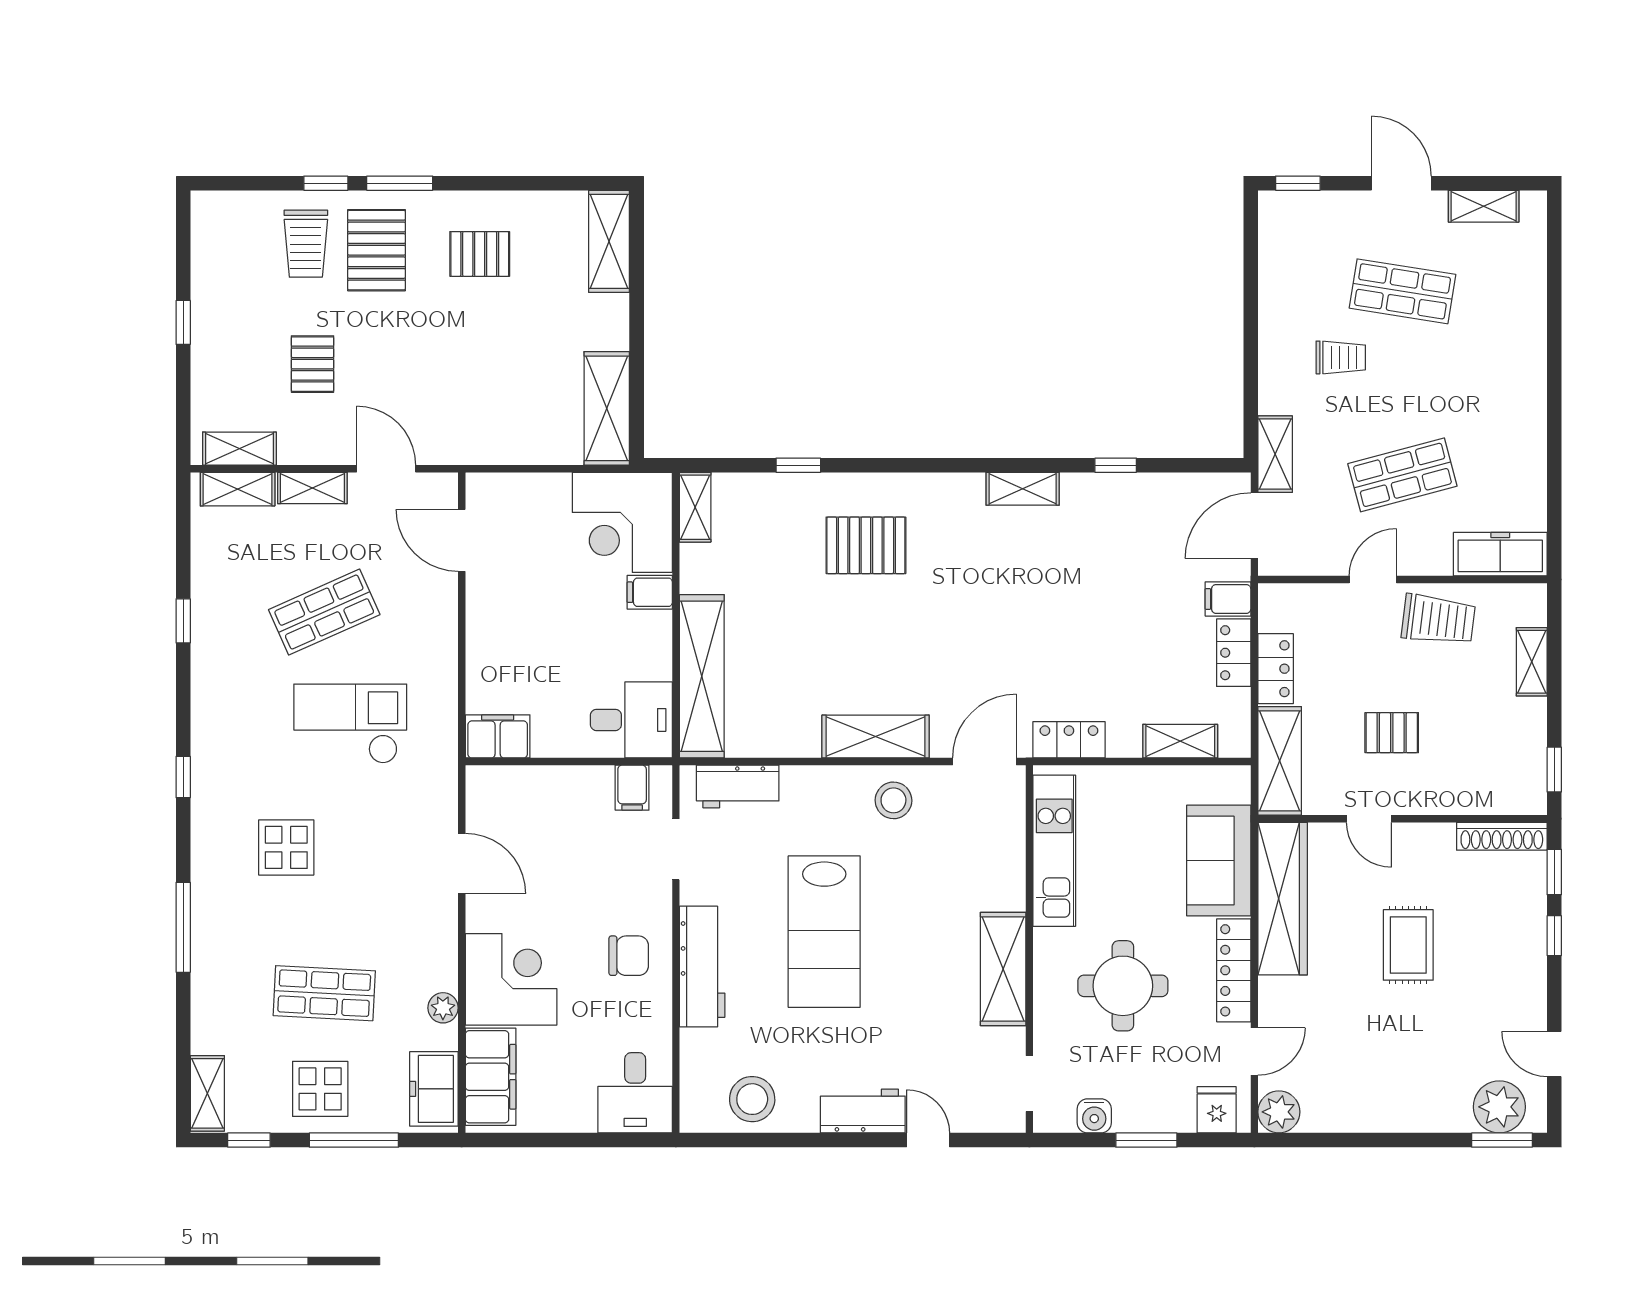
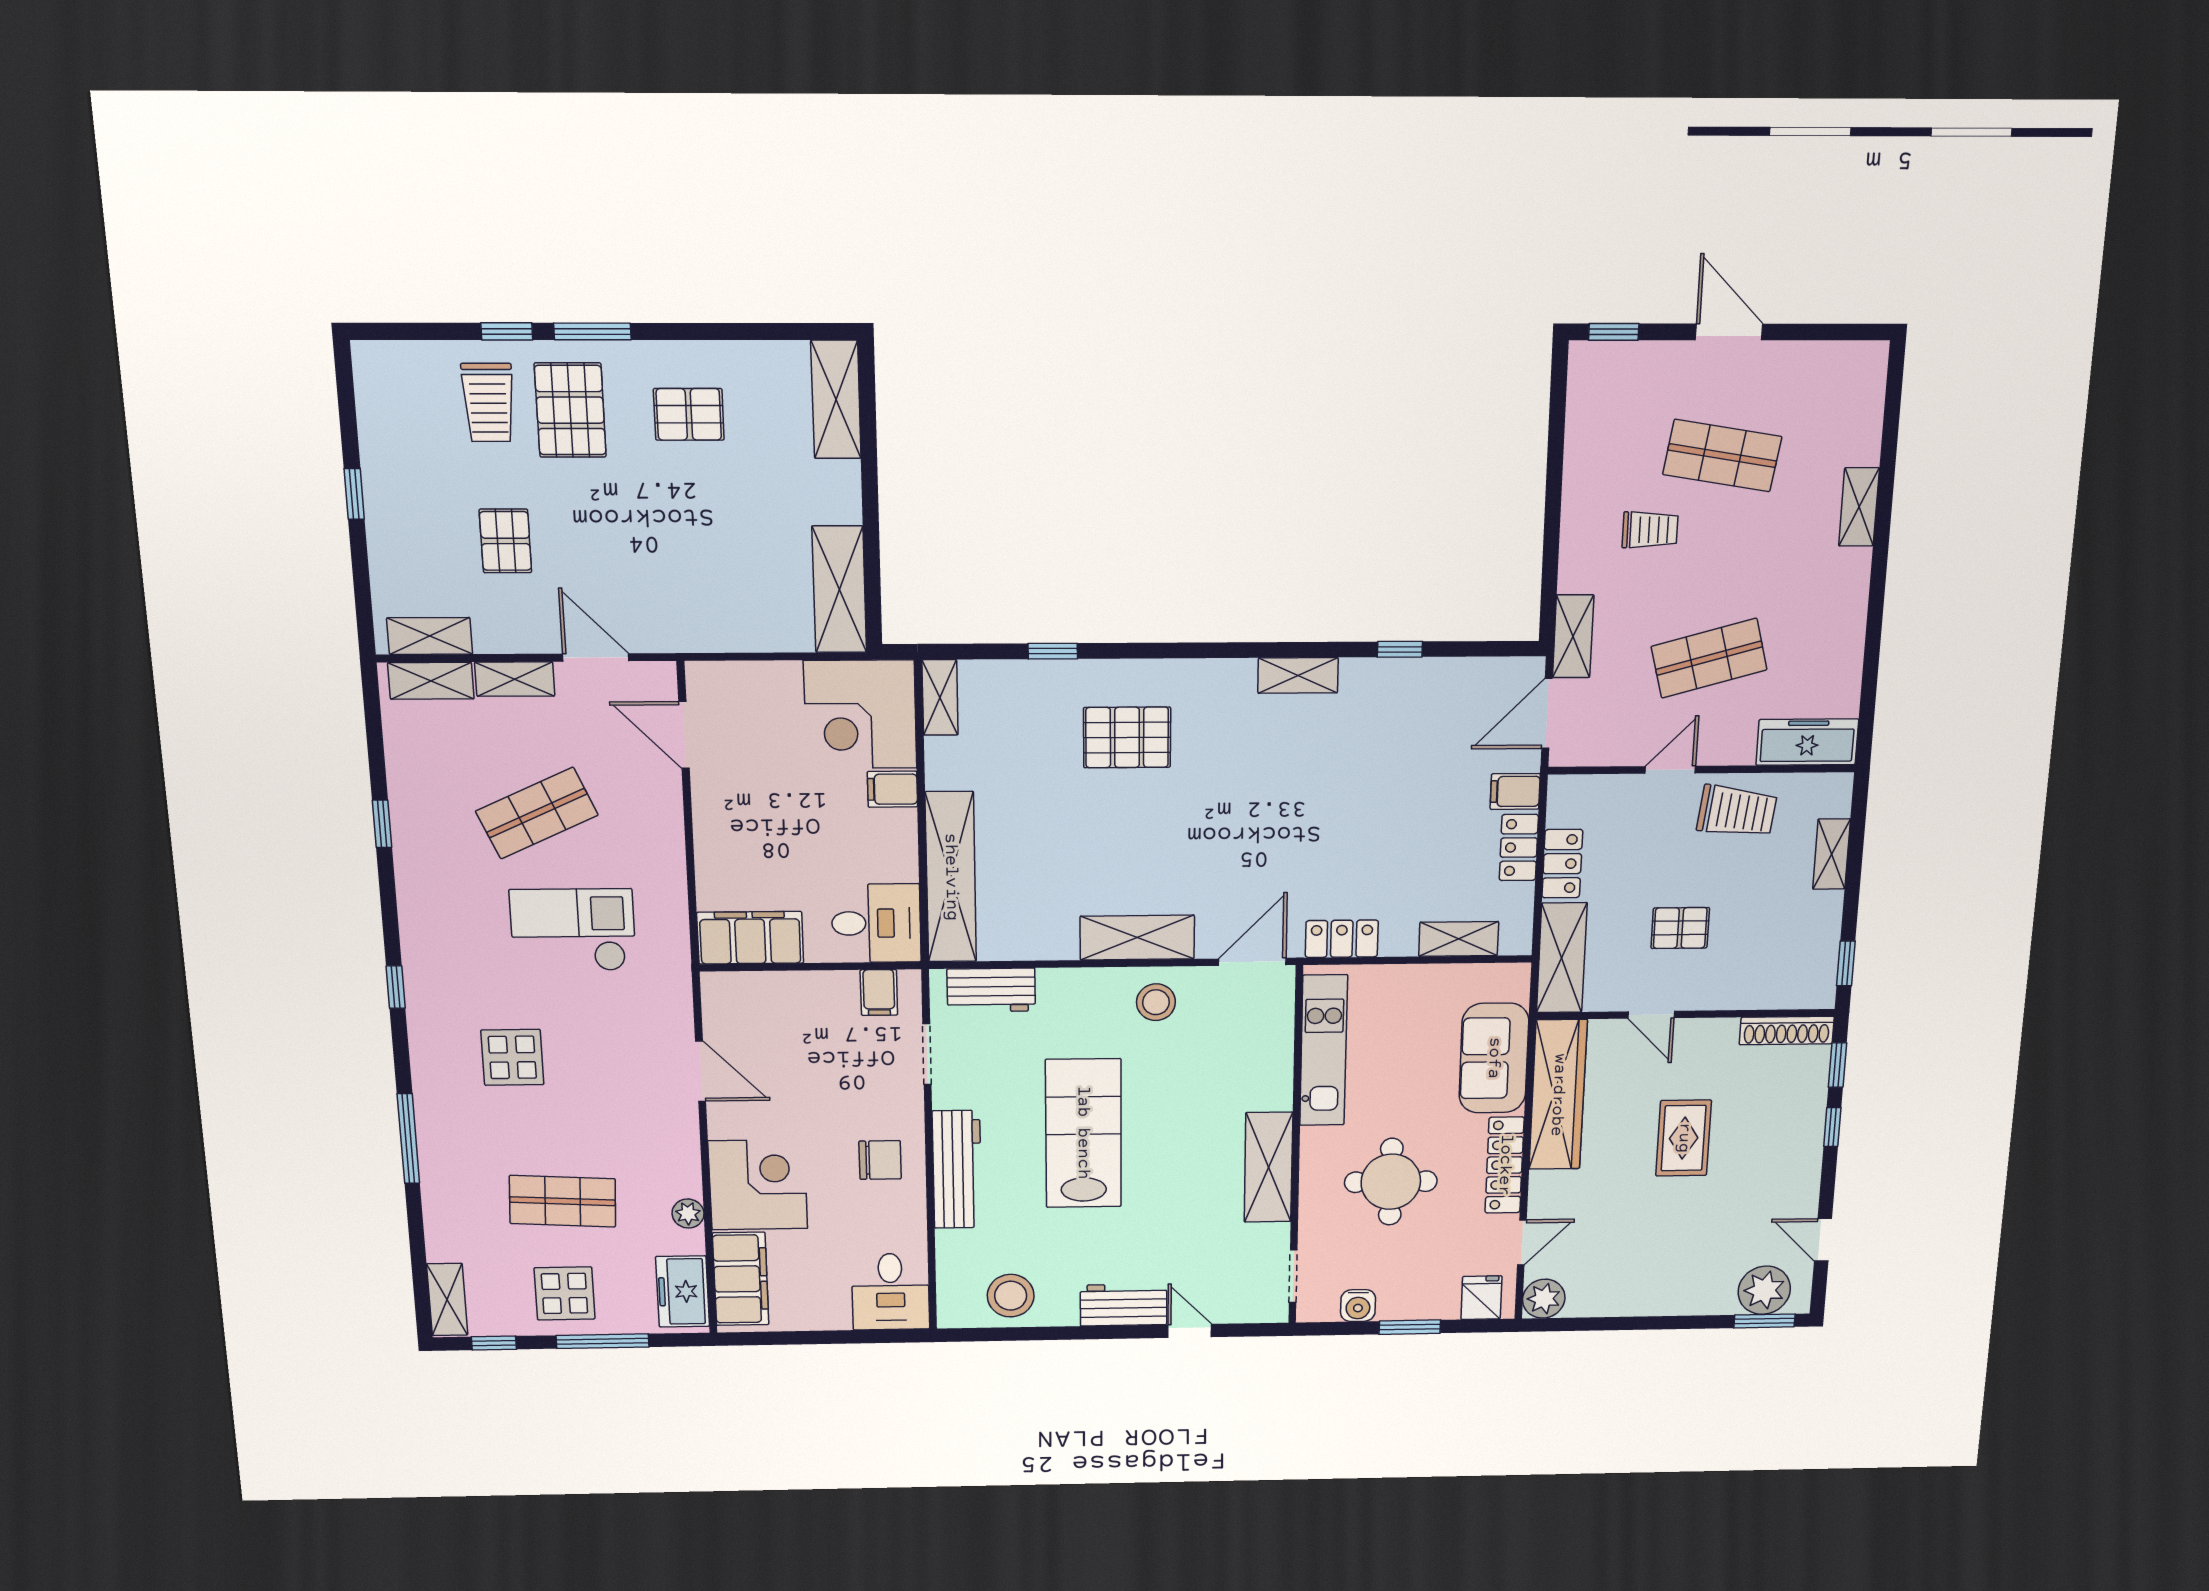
shelving: (1484, 206) -> (1859, 507), moved, turned 90
filing cabinet: (498, 736) -> (750, 938), width x1.50, depth x1.17
lab bench: (824, 932) -> (1083, 1133), turned 180

